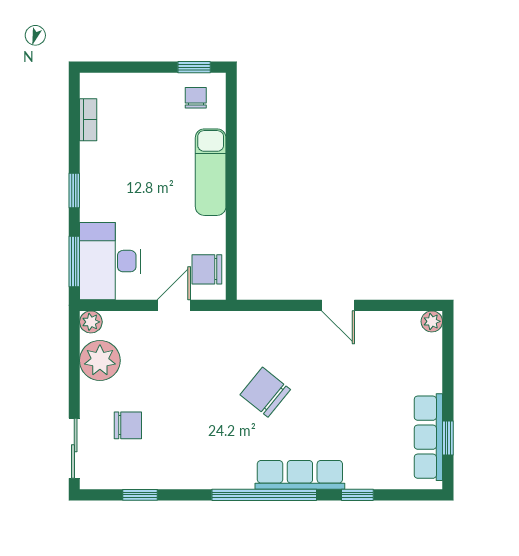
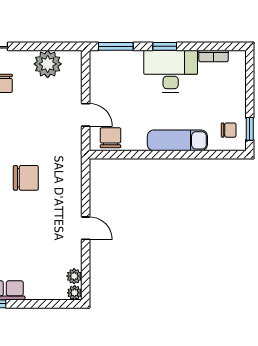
desk: (110, 261) -> (171, 71), moved
door: (338, 305) -> (86, 228), swing flipped
plant: (91, 322) -> (74, 276), moved
chair: (265, 392) -> (26, 178), turned 51

